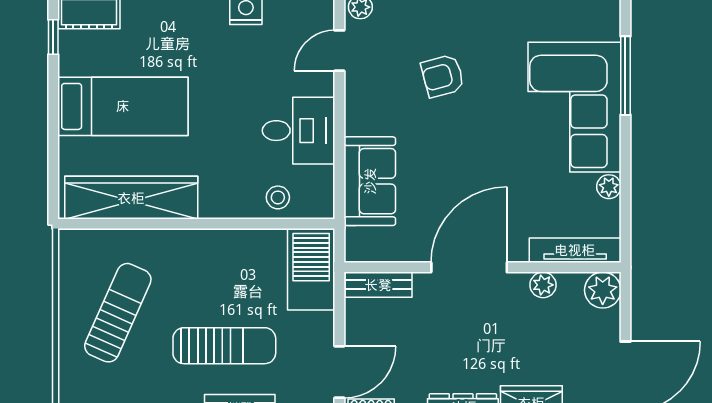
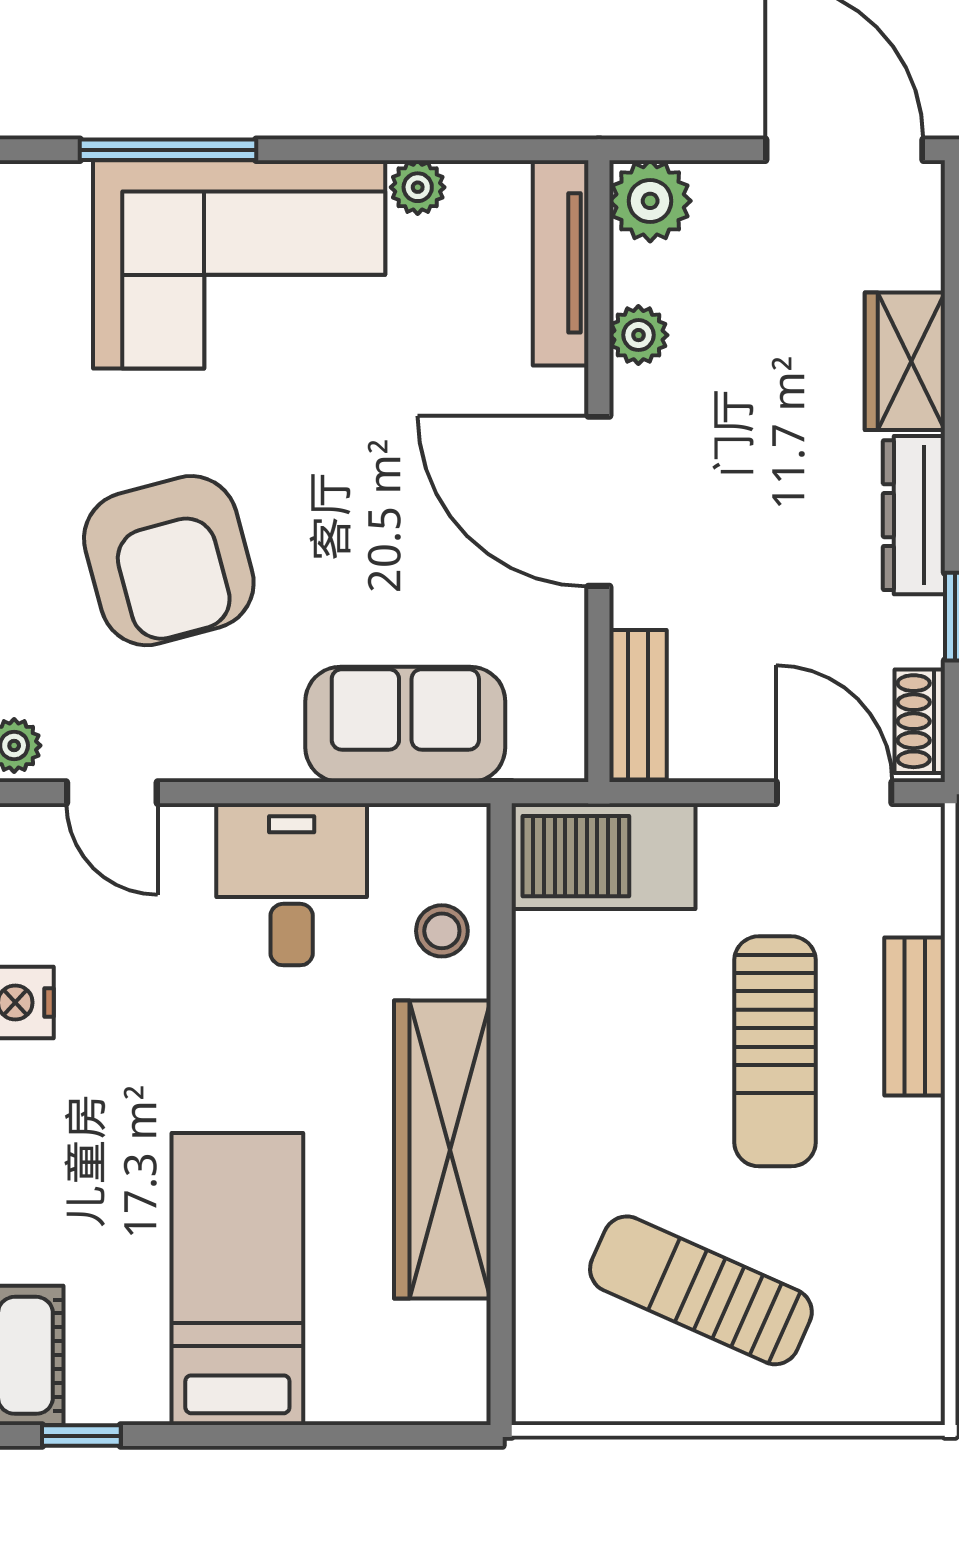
armchair: (443, 76) -> (169, 561), width x1.88, depth x1.88
wardrobe: (131, 198) -> (442, 1149), moved
sun lounger: (224, 346) -> (775, 1051), turned 180

